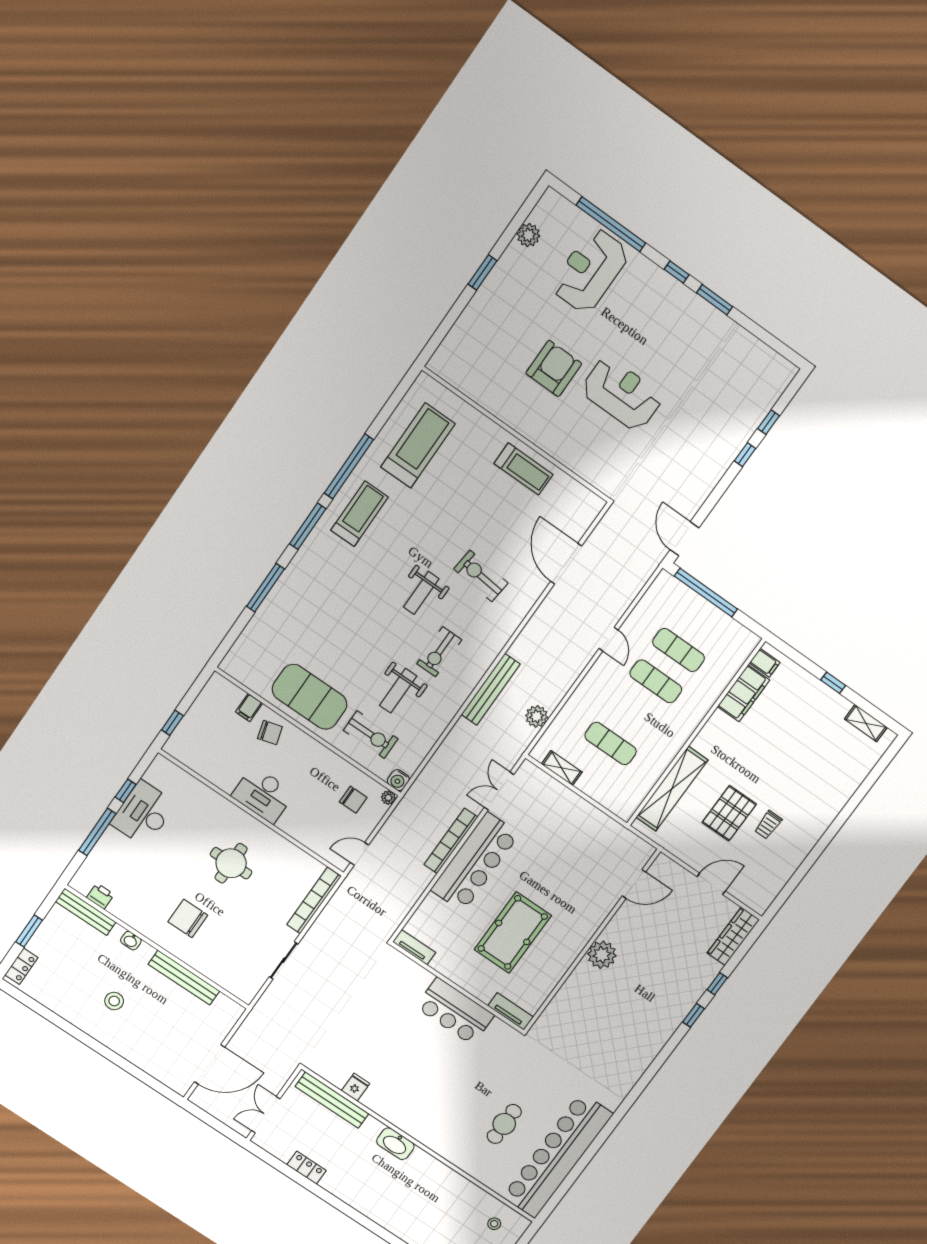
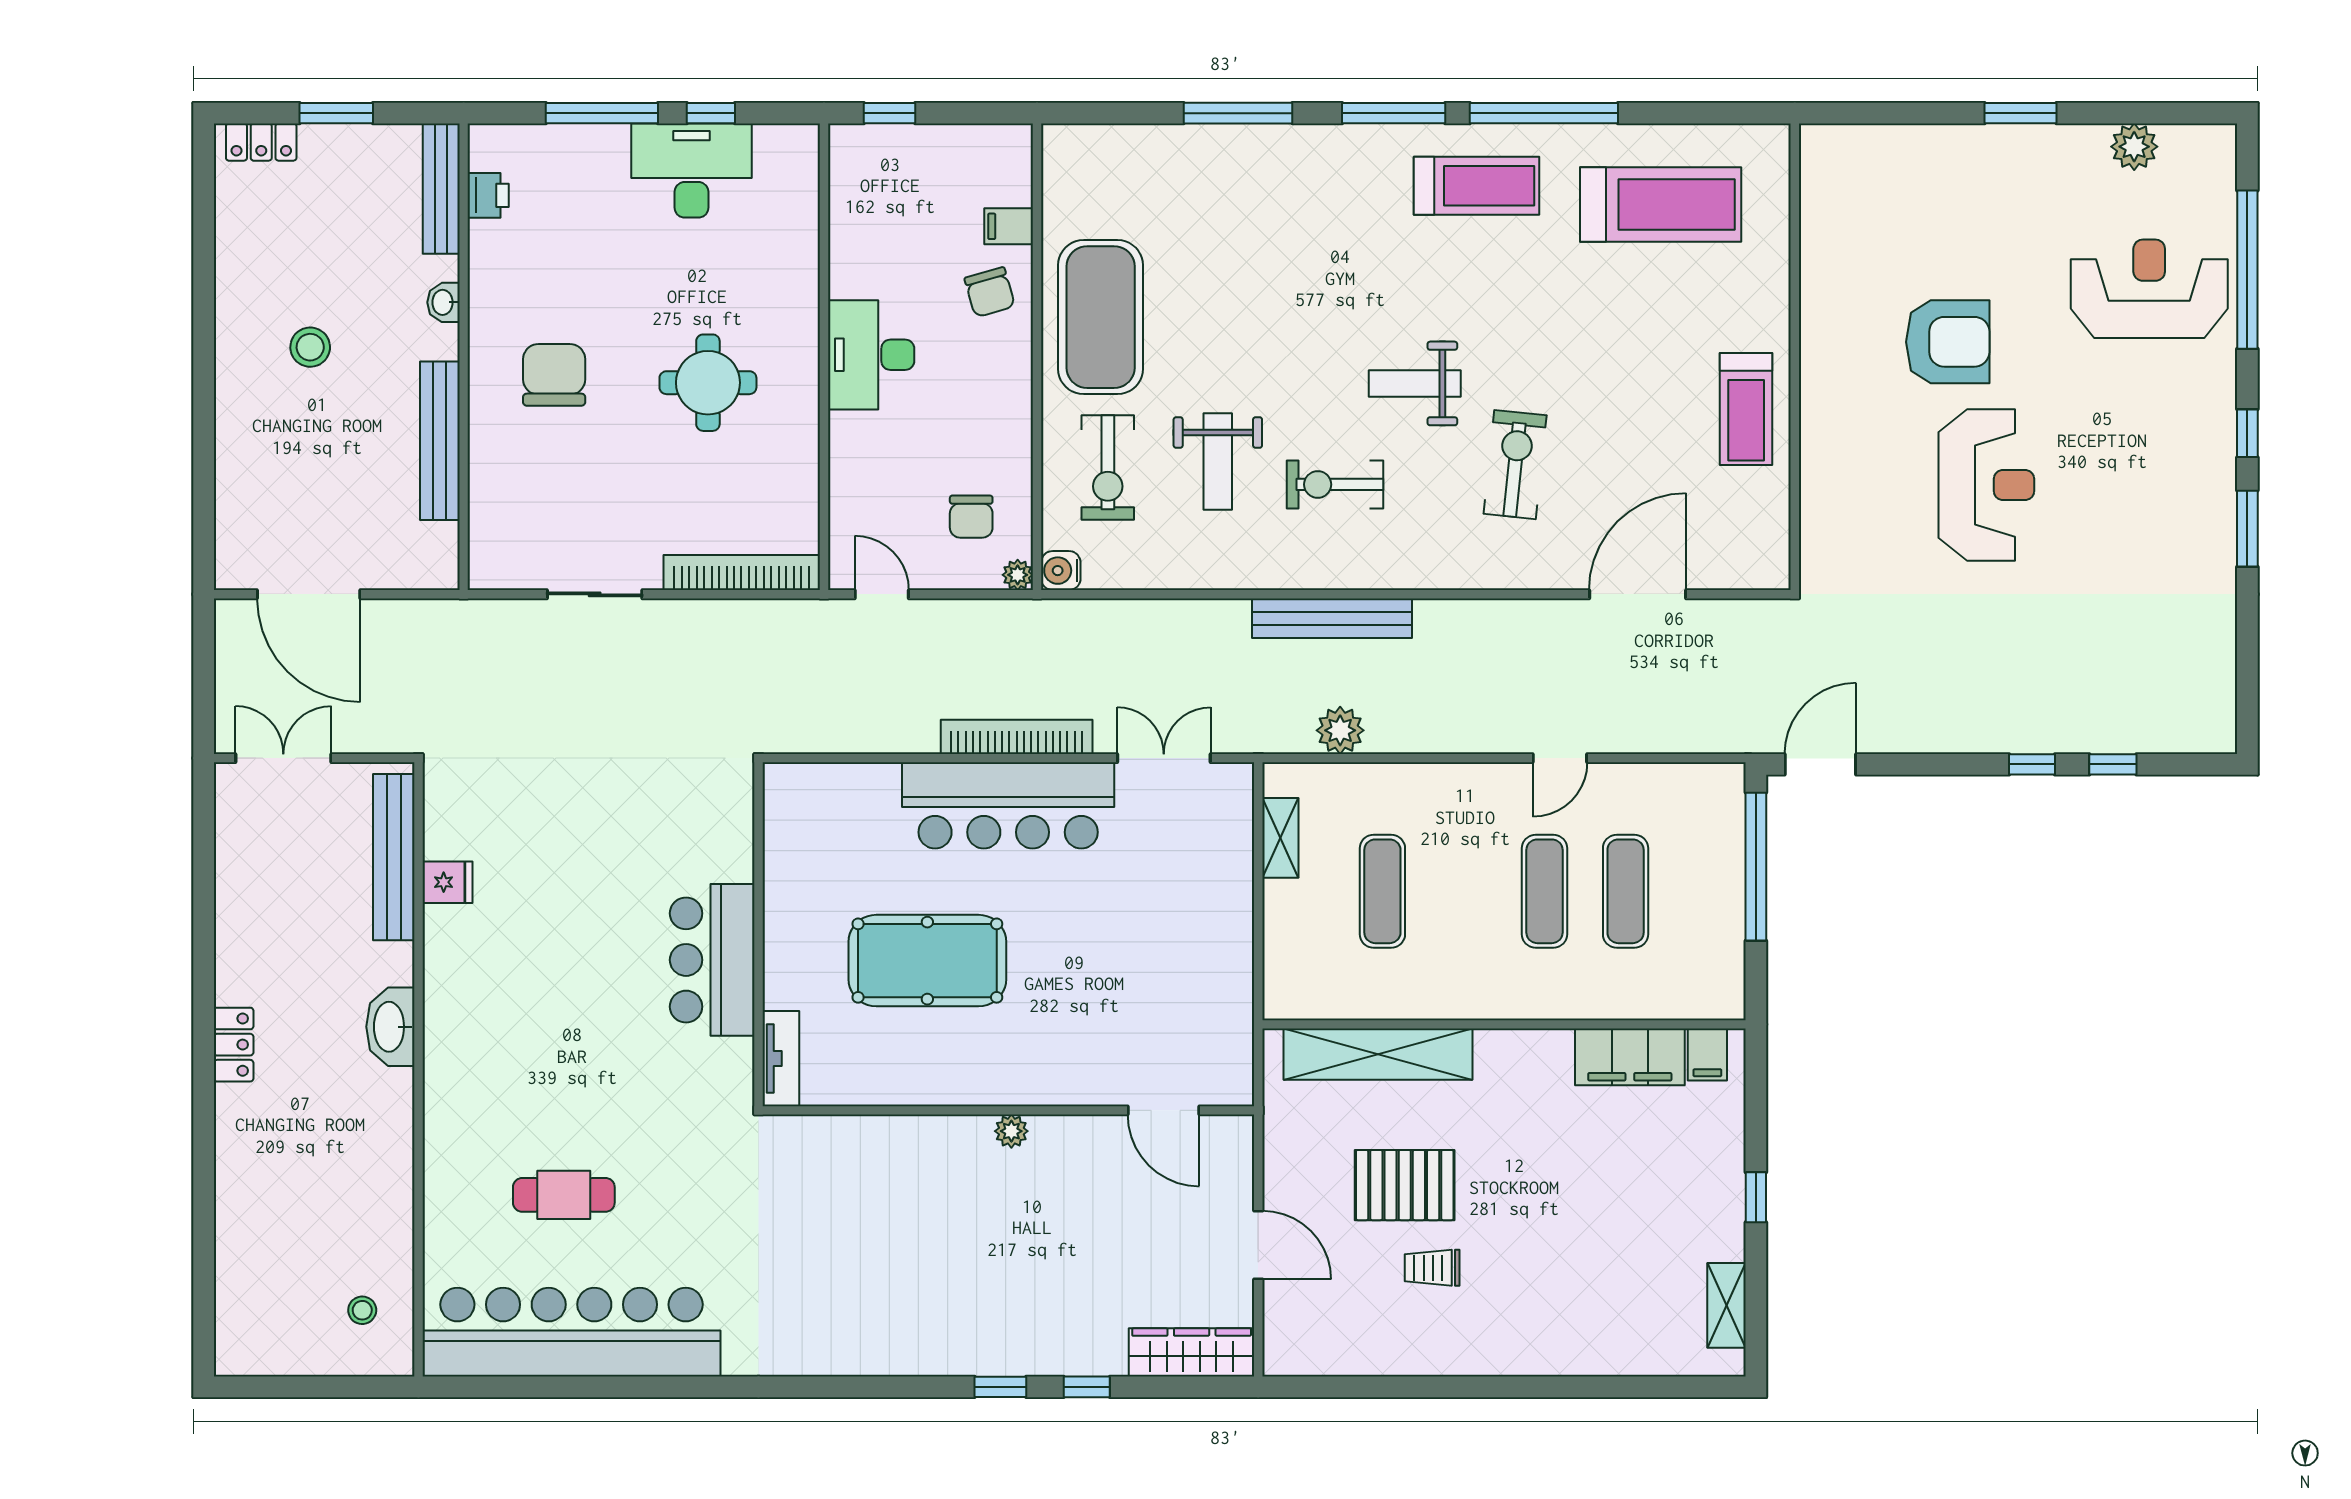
weight bench: (398, 691) -> (1218, 462), turned -90
tv unit: (414, 947) -> (780, 807), removed
plant: (602, 955) -> (1011, 1131), width x0.53, depth x0.53
locker: (306, 1168) -> (234, 1045), moved

